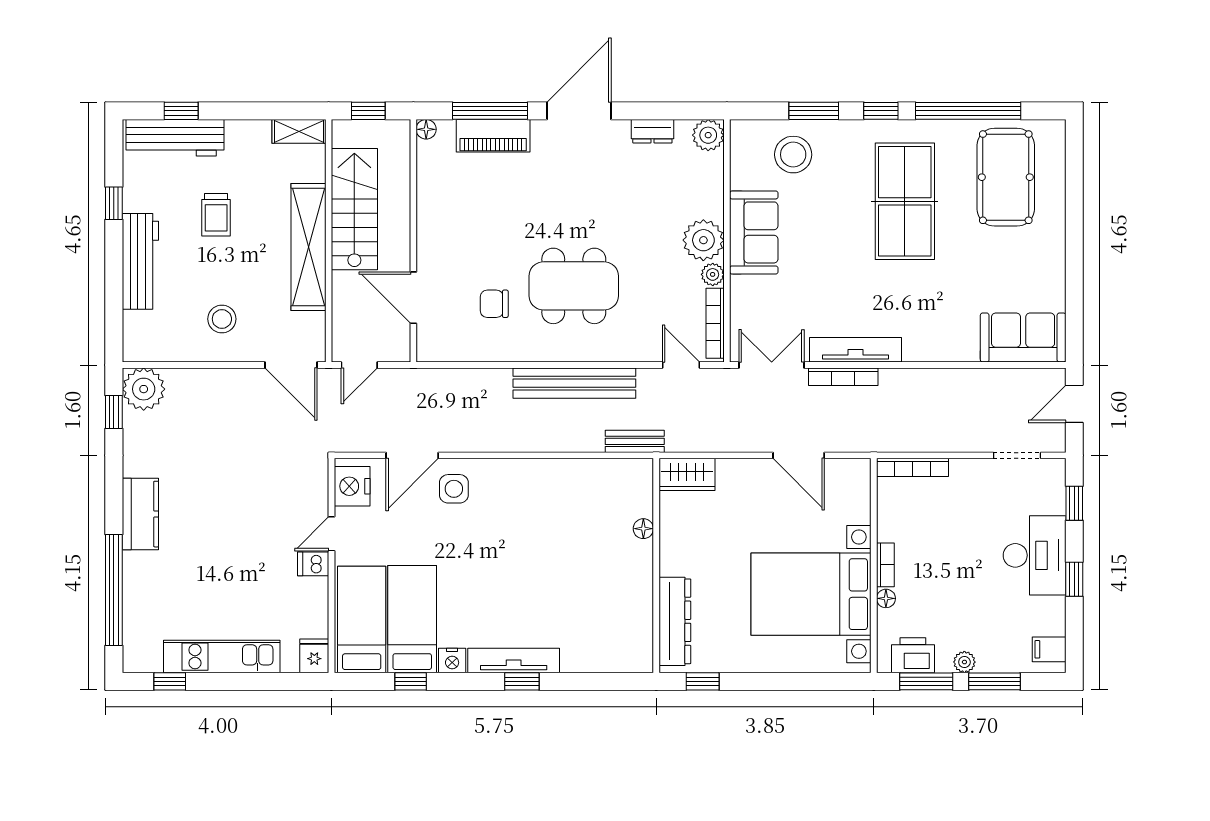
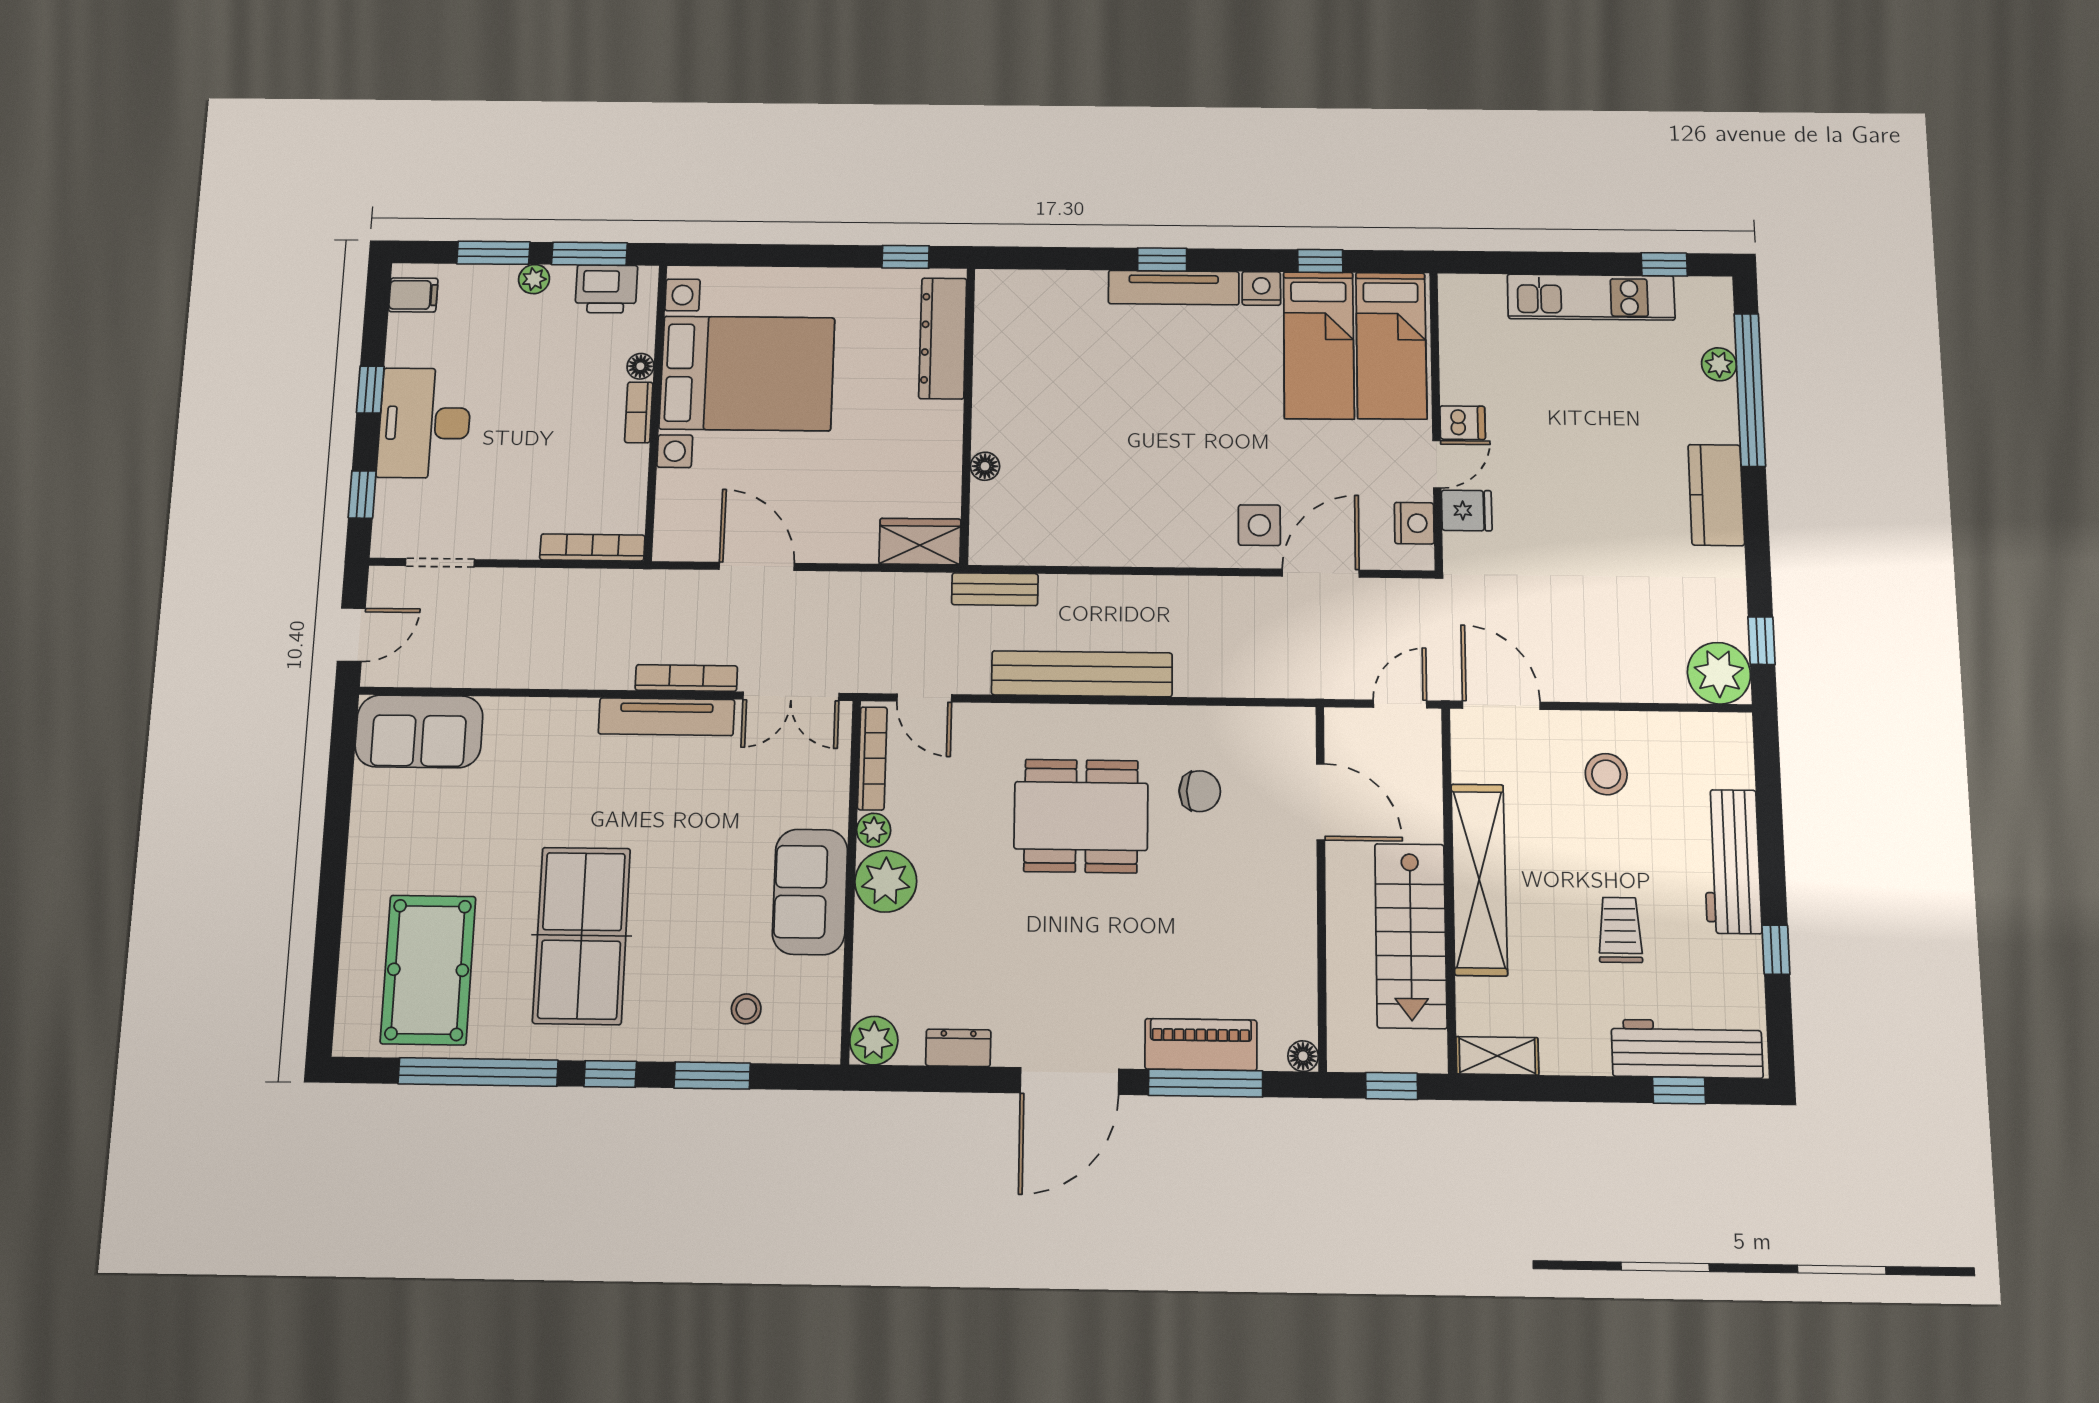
stool: (793, 155) -> (746, 1009), width x0.53, depth x0.53
nightstand: (352, 486) -> (1414, 523), width x0.74, depth x0.75
plant: (134, 608) -> (1719, 364), added
fridge: (314, 656) -> (1467, 510), moved, turned -90

